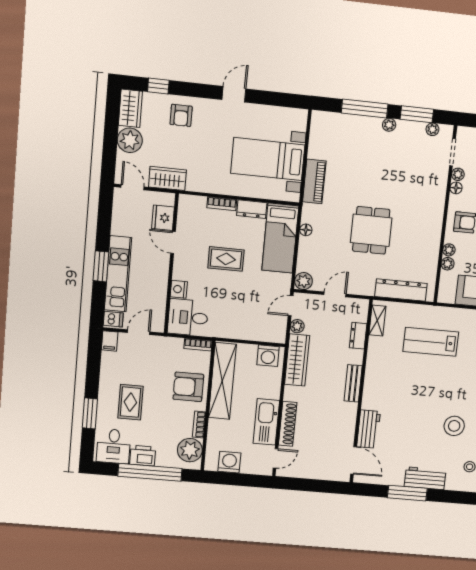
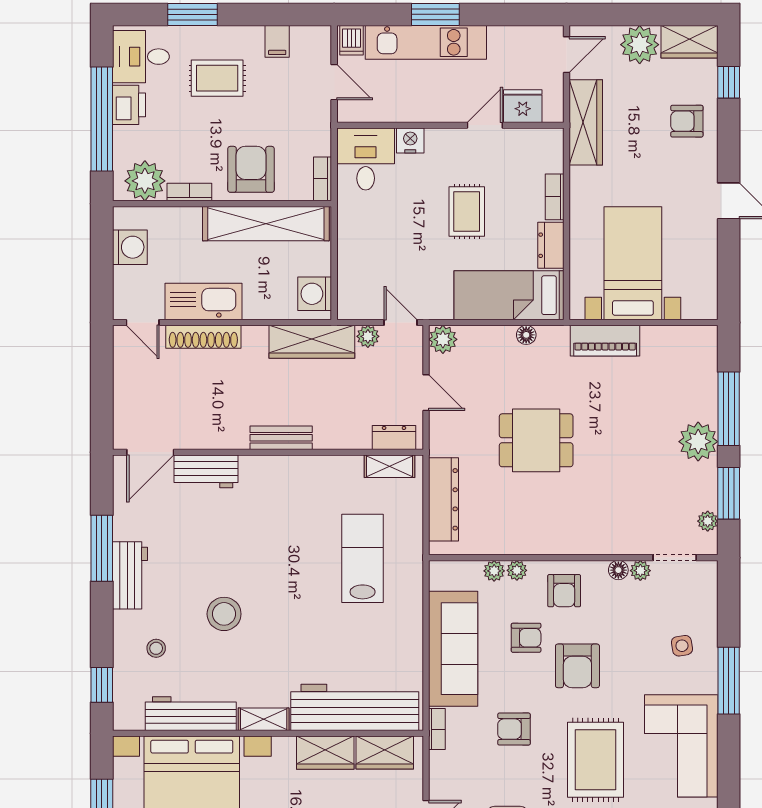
plant: (389, 125) -> (698, 442), width x1.88, depth x1.88
wardrobe: (167, 179) -> (586, 122), width x1.50
dresser: (358, 336) -> (394, 437), moved
filing cabinet: (110, 341) -> (277, 41), moved, turned -90

